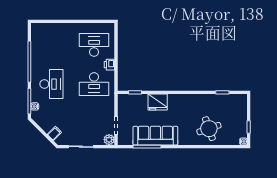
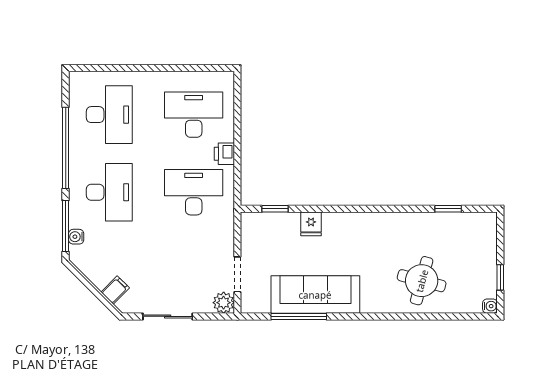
desk: (51, 45) -> (109, 115), added
desk: (94, 84) -> (194, 192), turned 180
fridge: (158, 102) -> (311, 224), width x0.53, depth x0.75
round table: (209, 129) -> (422, 281), turned 34

